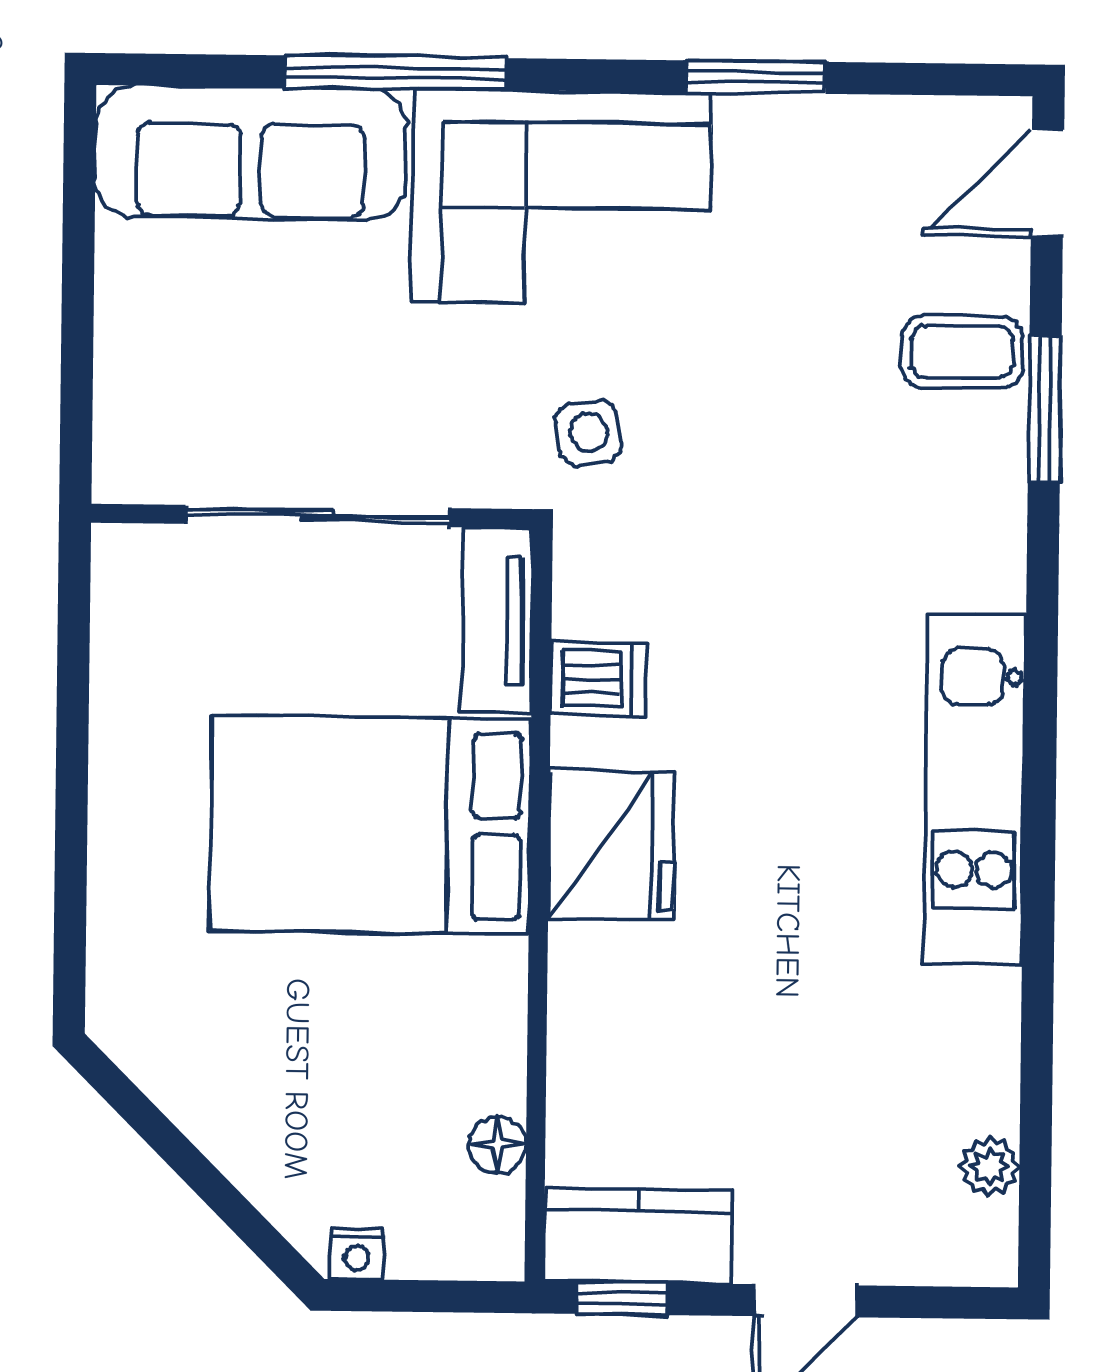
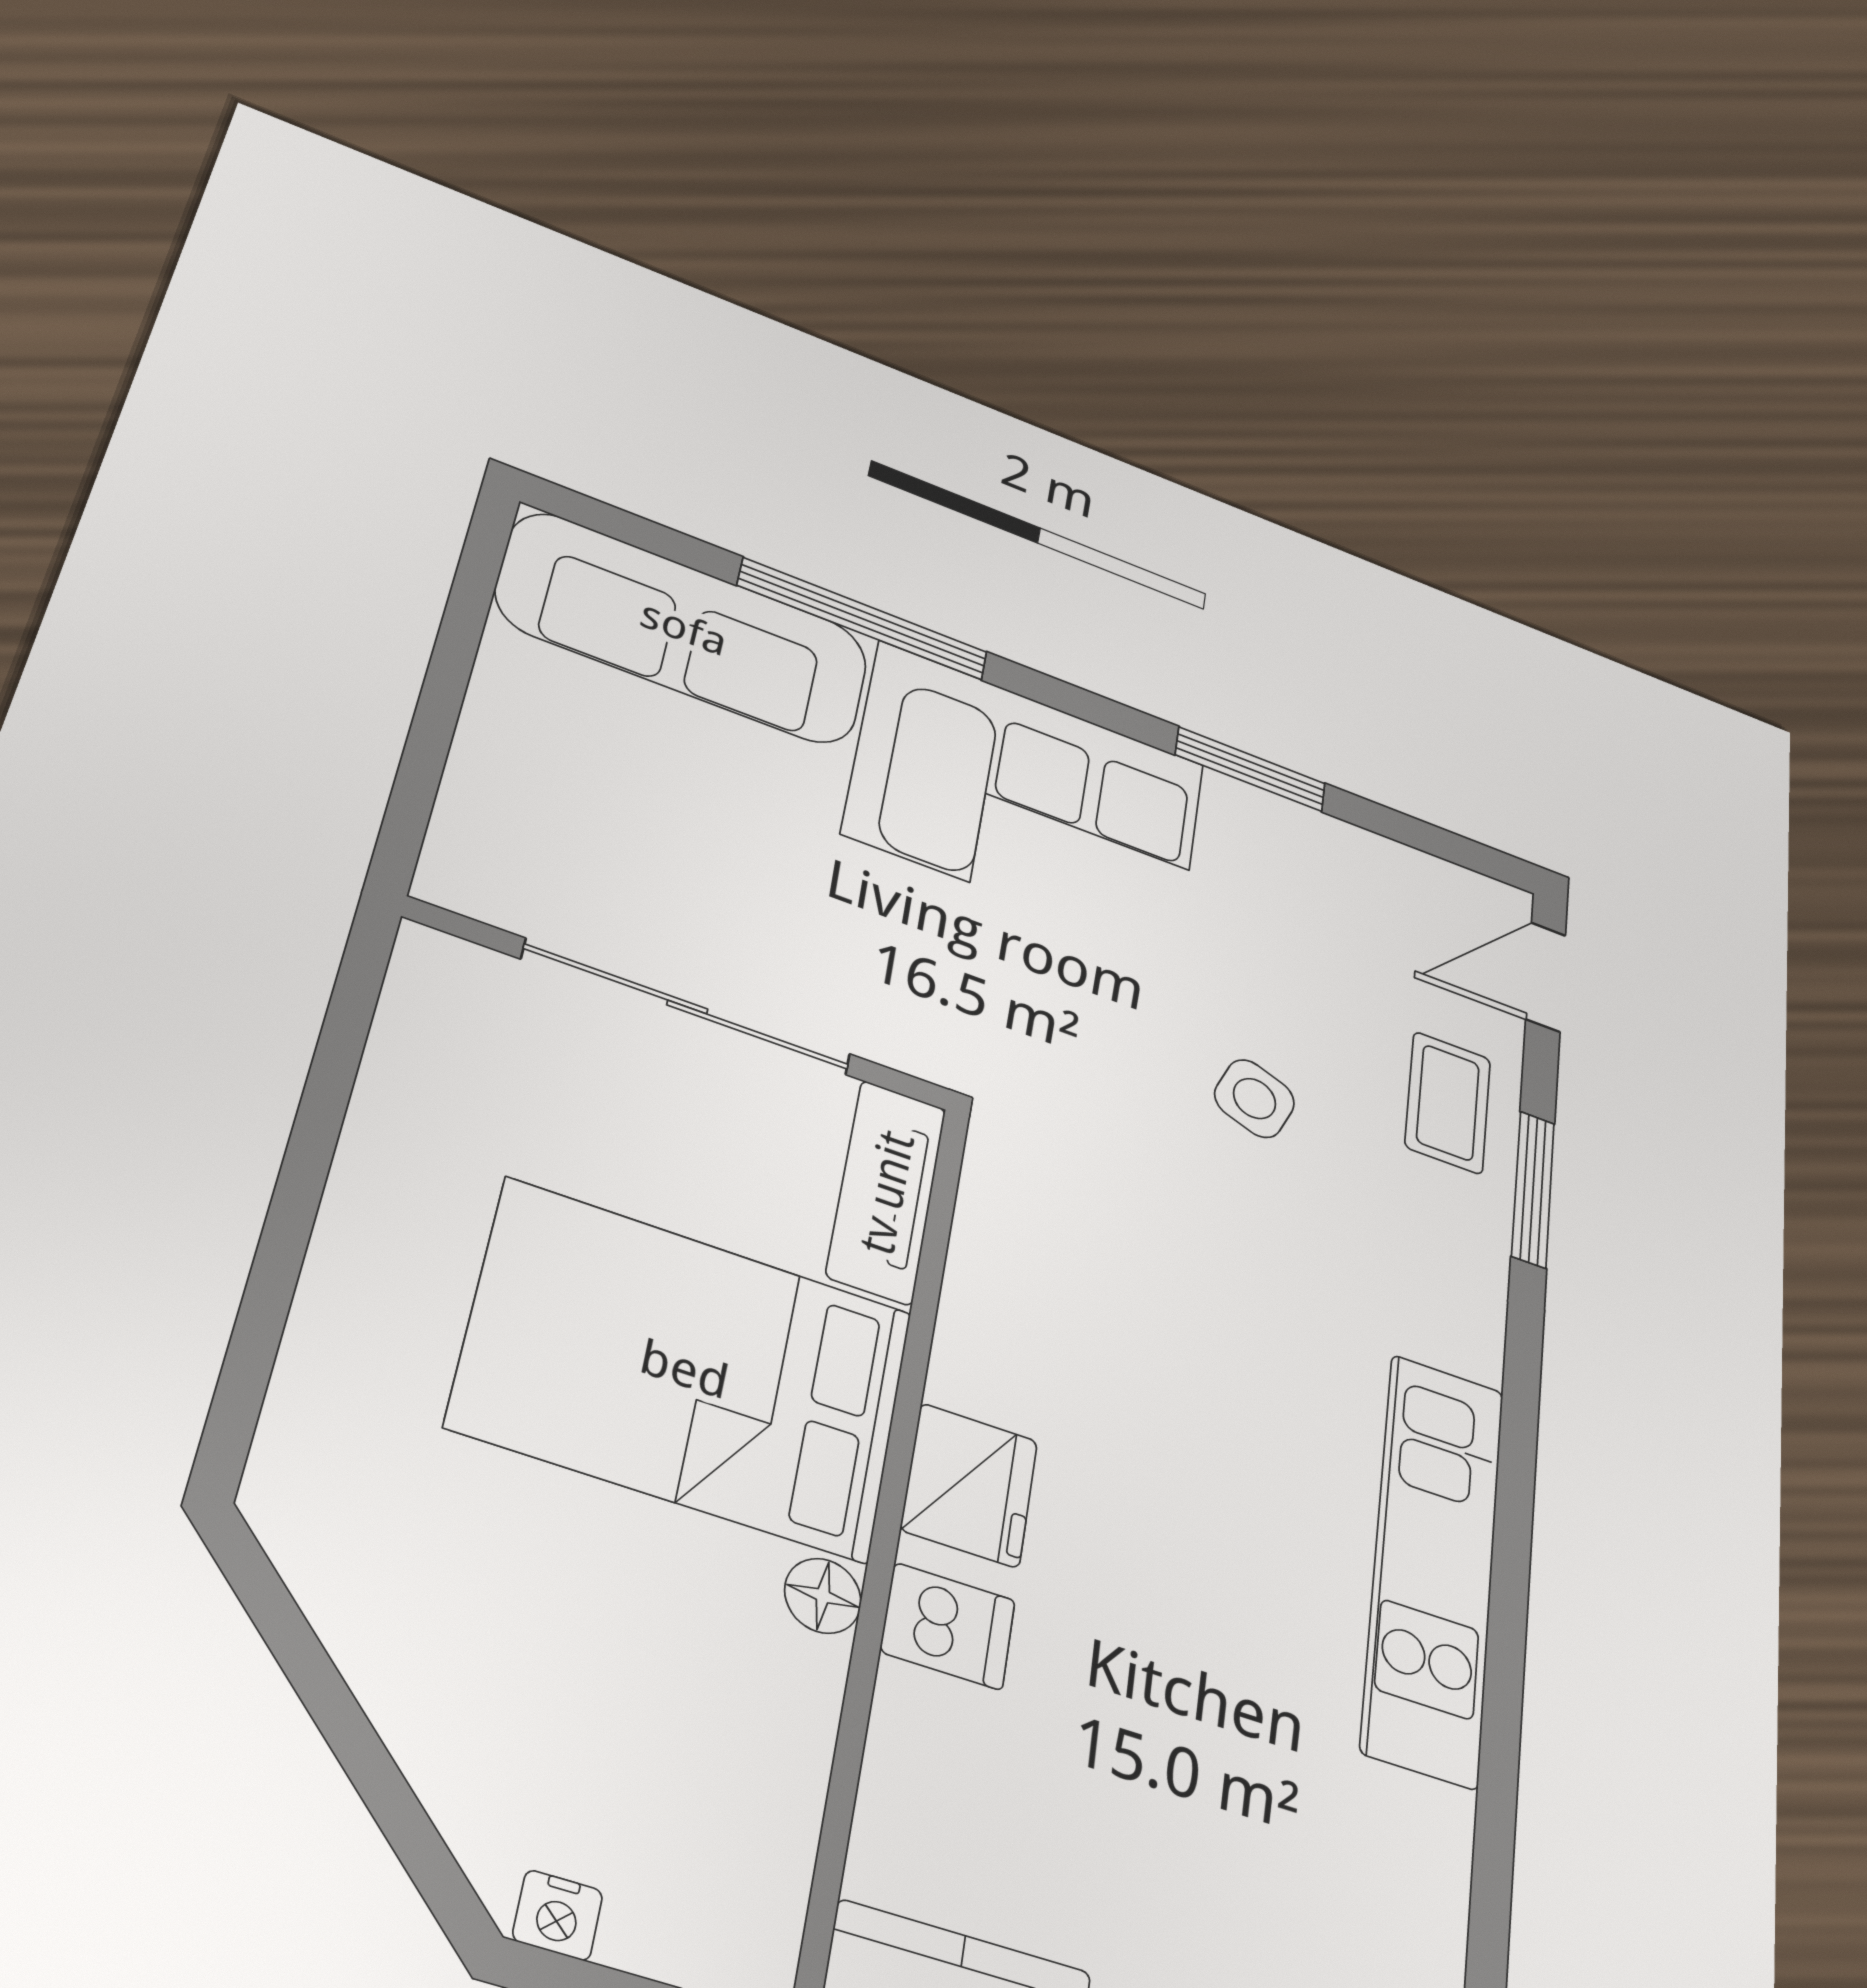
coffee table: (962, 352) -> (1448, 1103), turned 90
side table: (589, 433) -> (1255, 1099), moved, turned 30
dishwasher: (598, 678) -> (948, 1626), moved
fridge: (612, 846) -> (970, 1485), width x0.73, depth x0.75
floor lamp: (497, 1145) -> (823, 1596), moved

